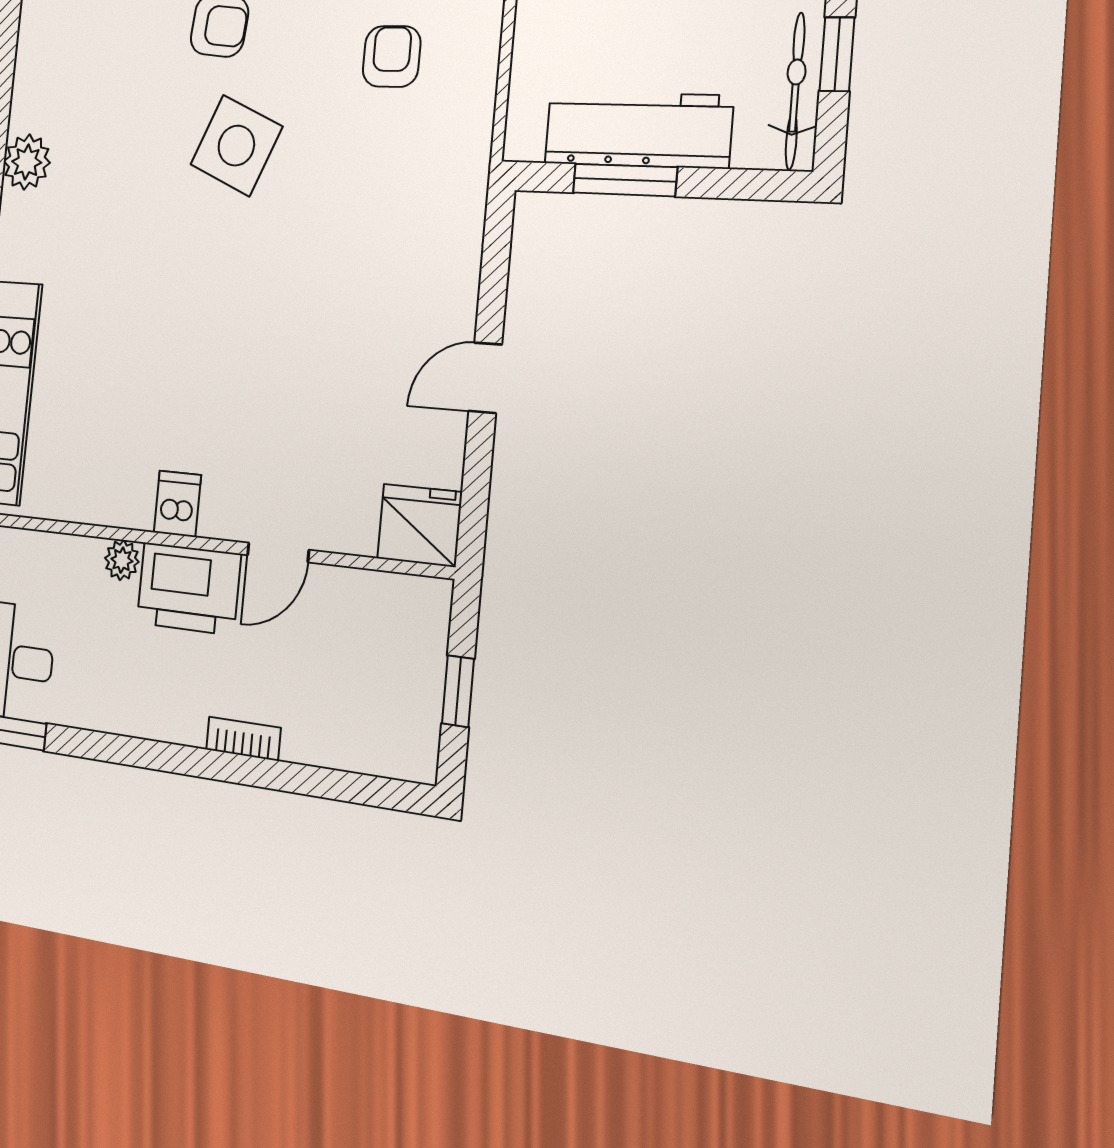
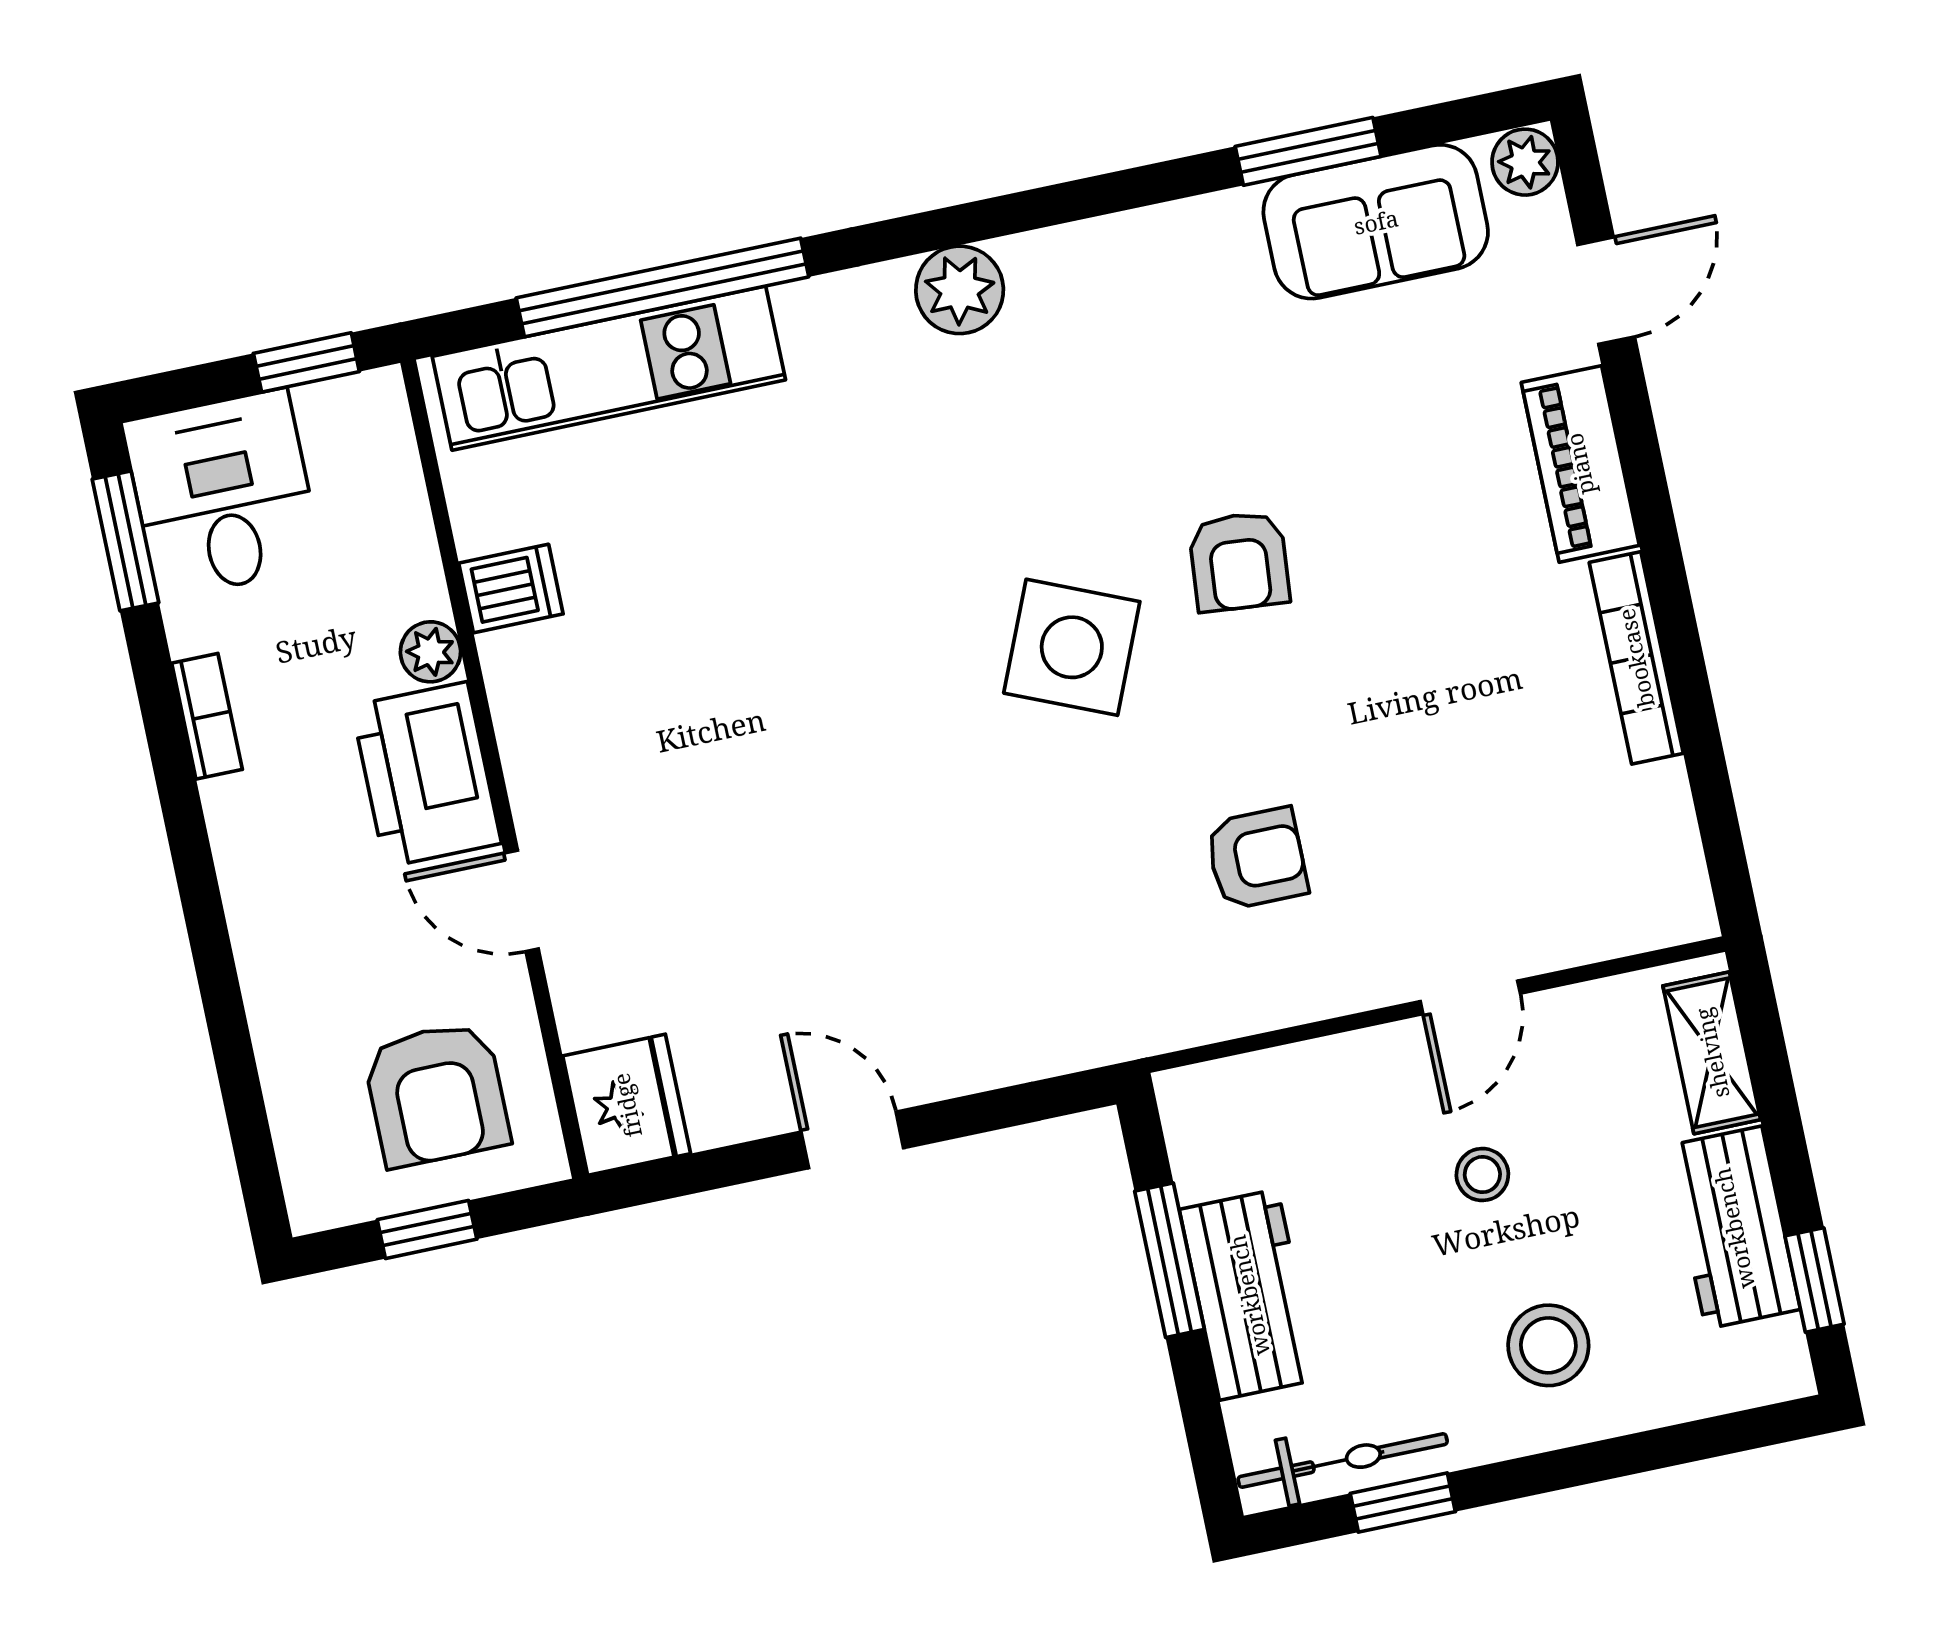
workbench: (638, 130) -> (1249, 1295), width x0.73
dishwasher: (177, 504) -> (511, 589), moved
armchair: (376, 653) -> (436, 1094), added
bookcase: (243, 739) -> (207, 716), moved

